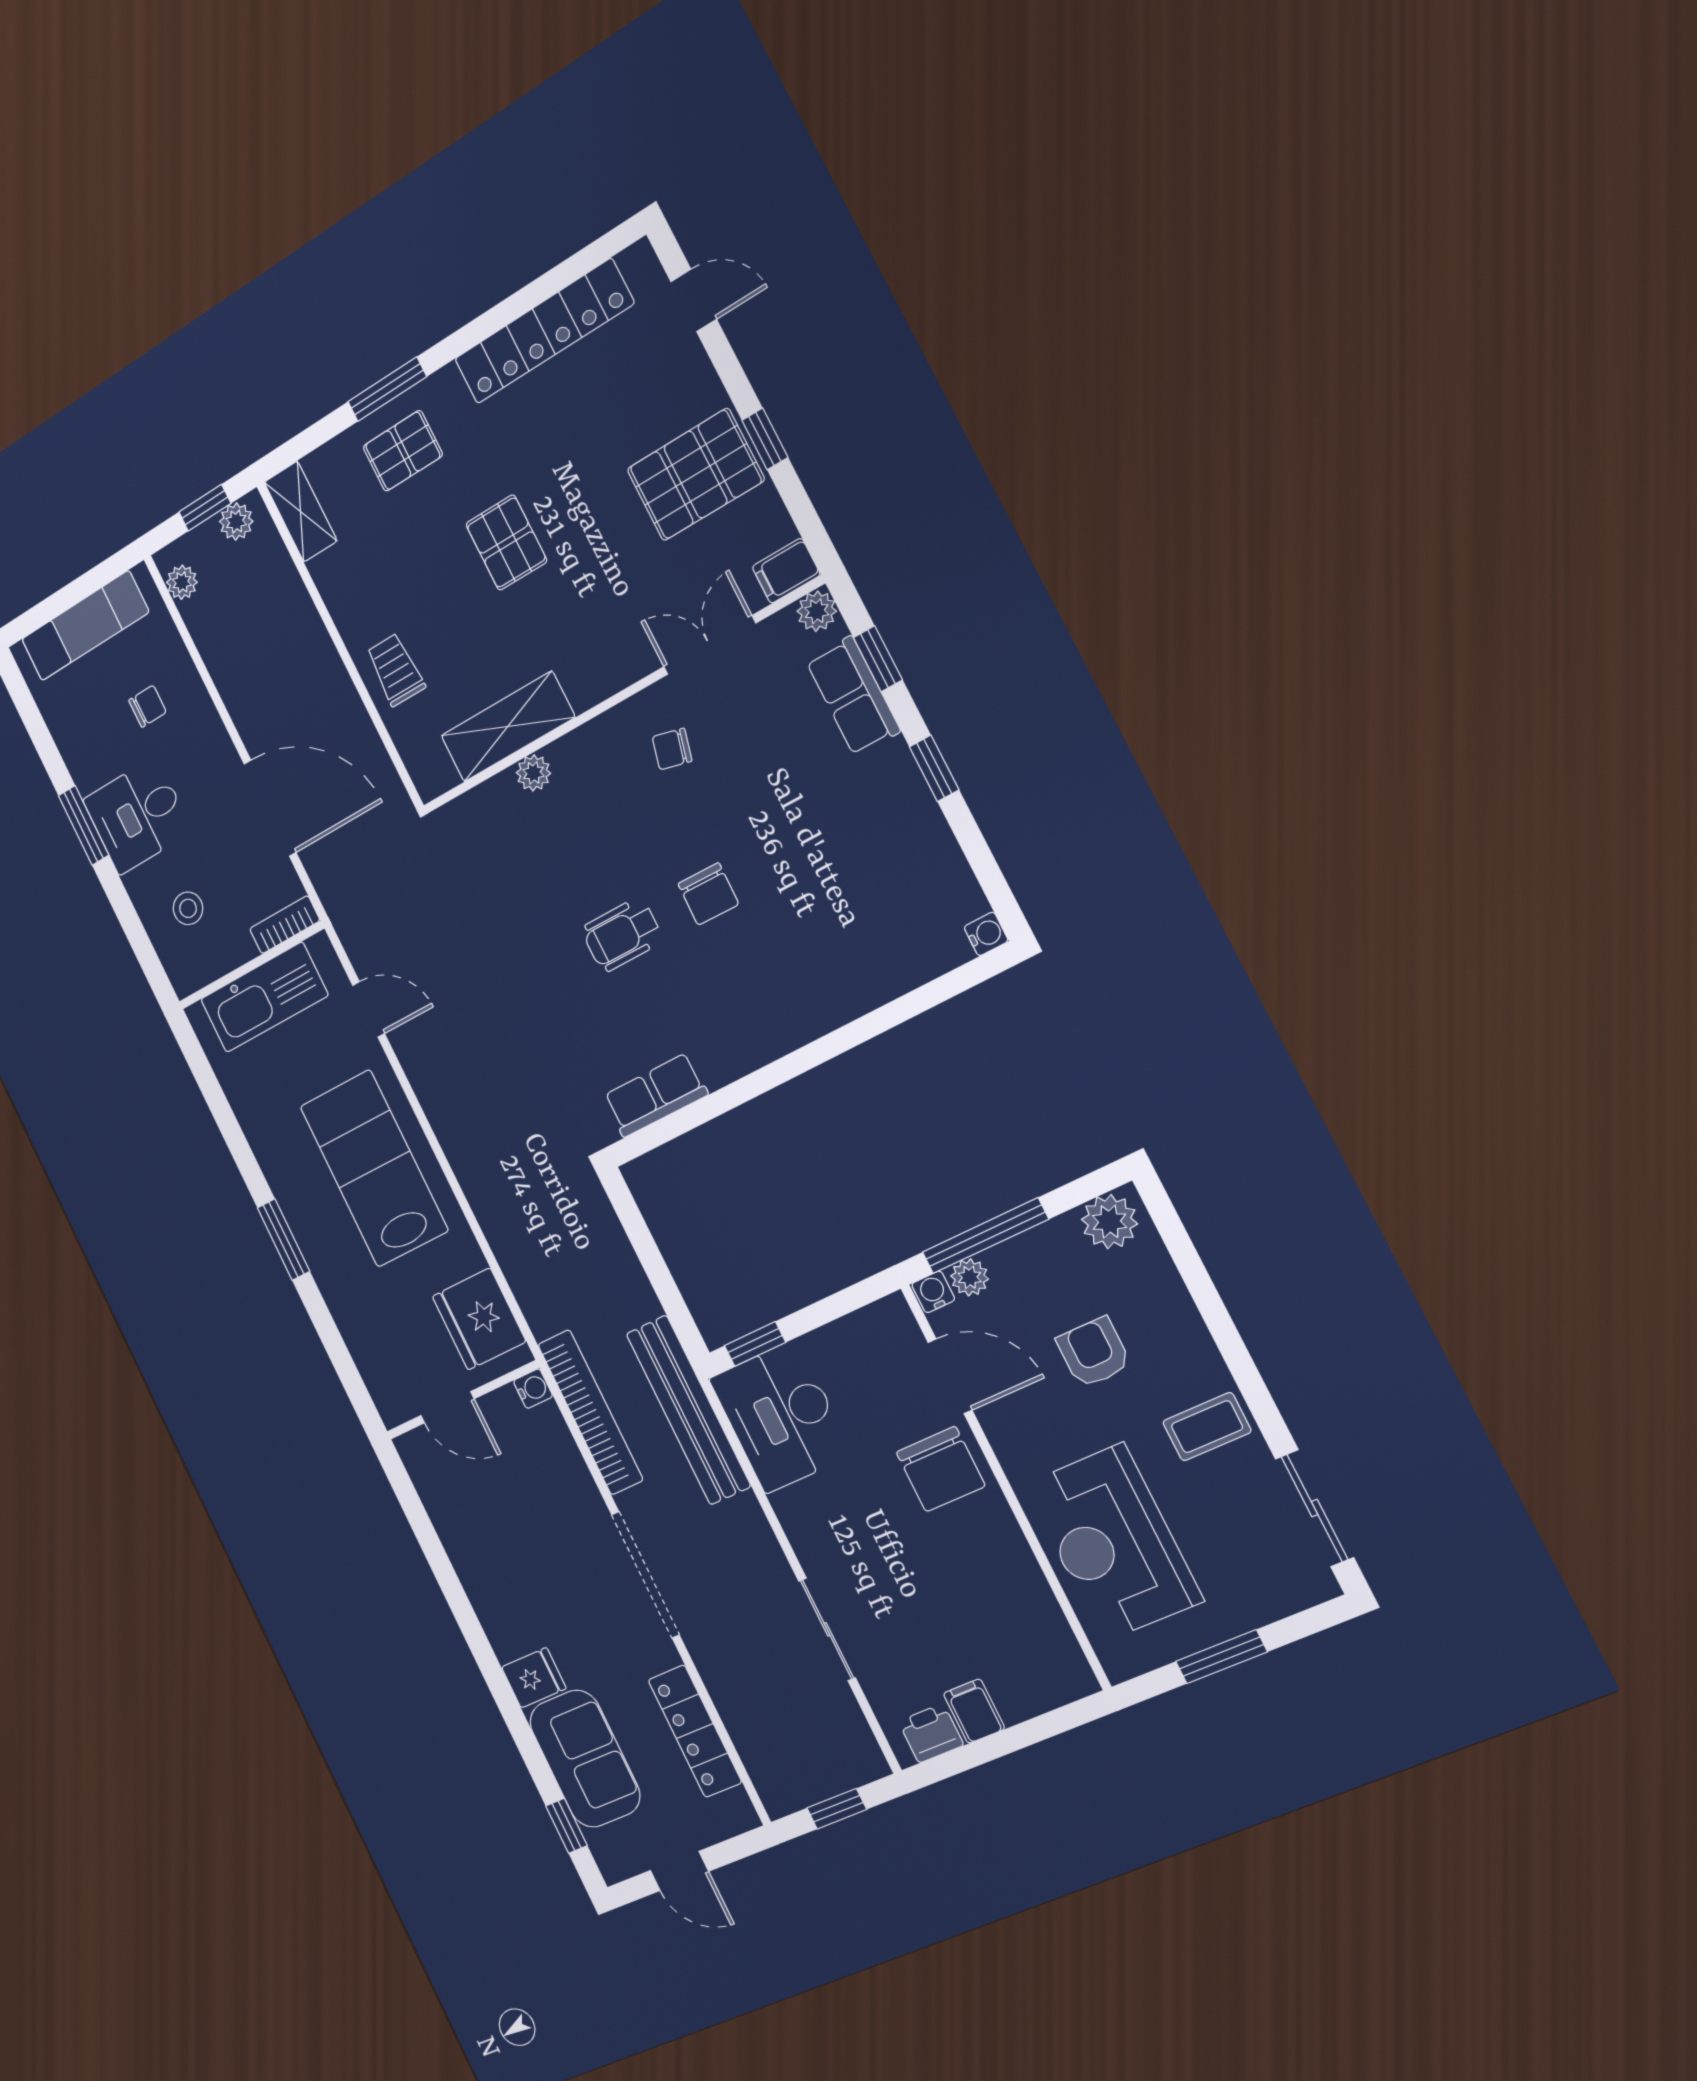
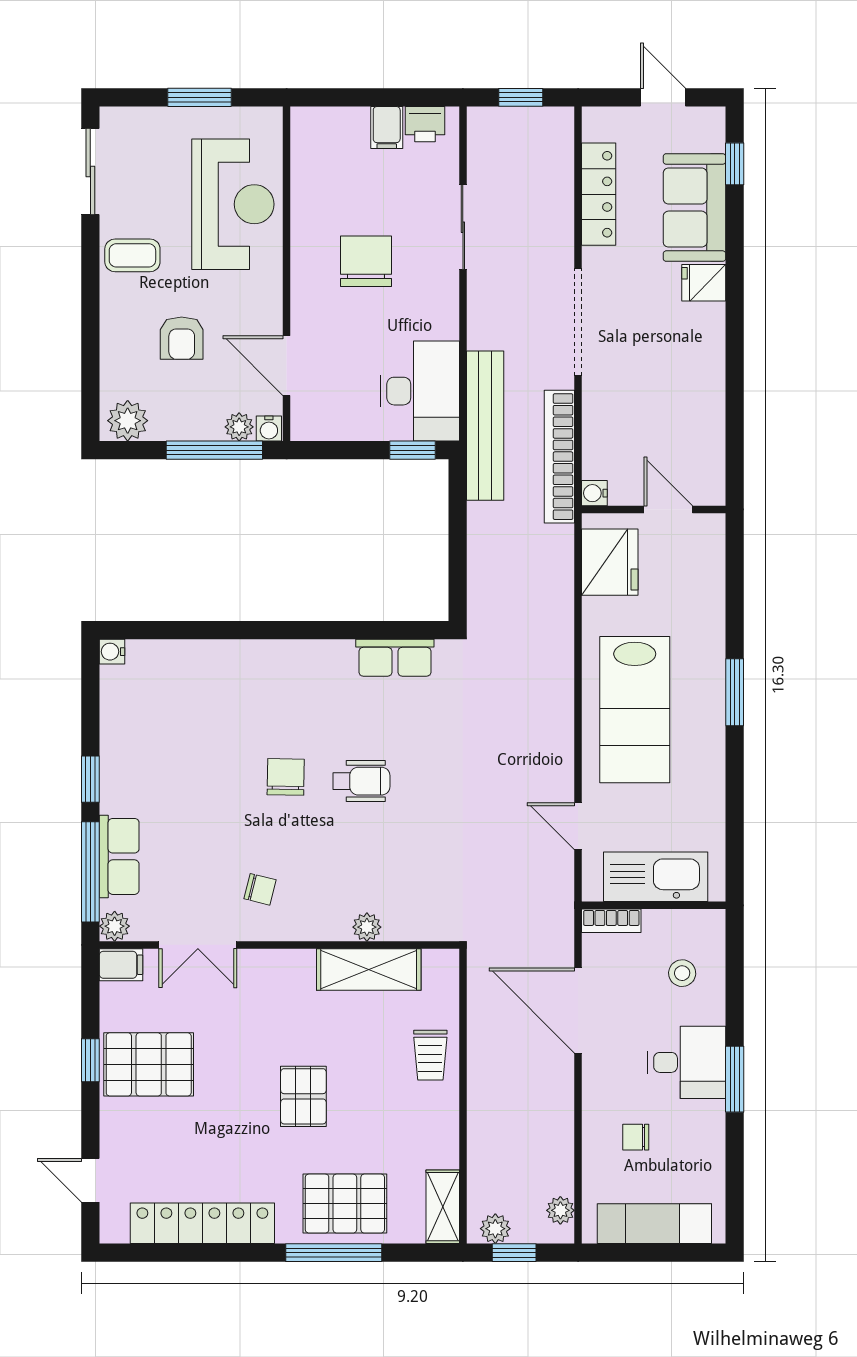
window: (387, 389) -> (334, 1253), width x1.44
pallet: (403, 451) -> (345, 1204), width x1.50, depth x1.42
window: (878, 659) -> (90, 872), width x2.17
chair: (941, 1469) -> (366, 261), moved

